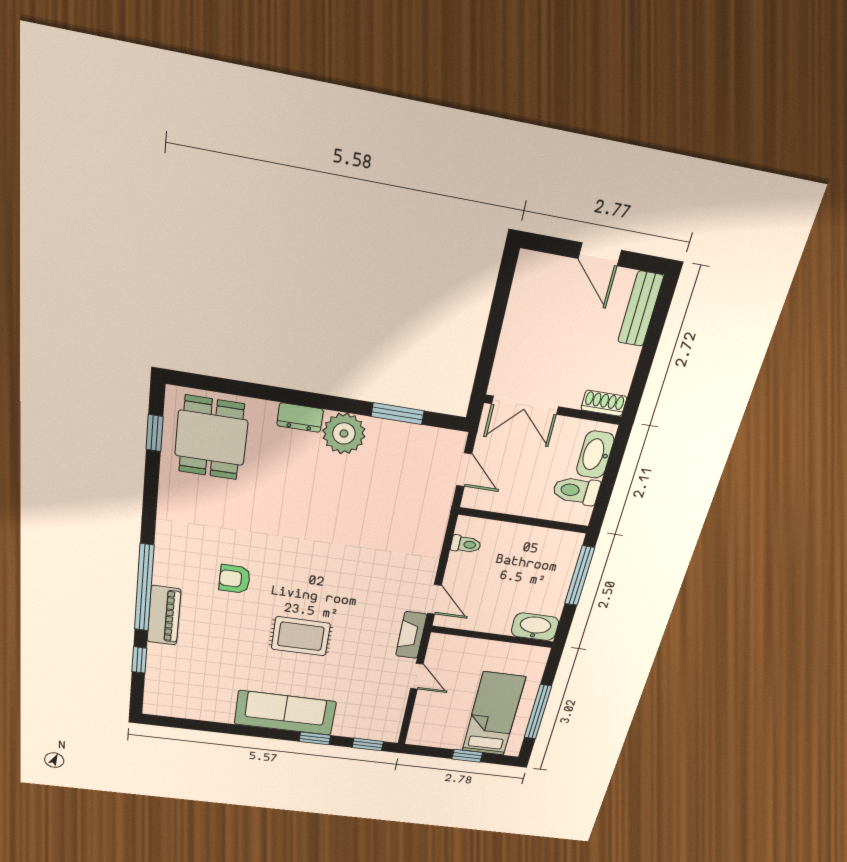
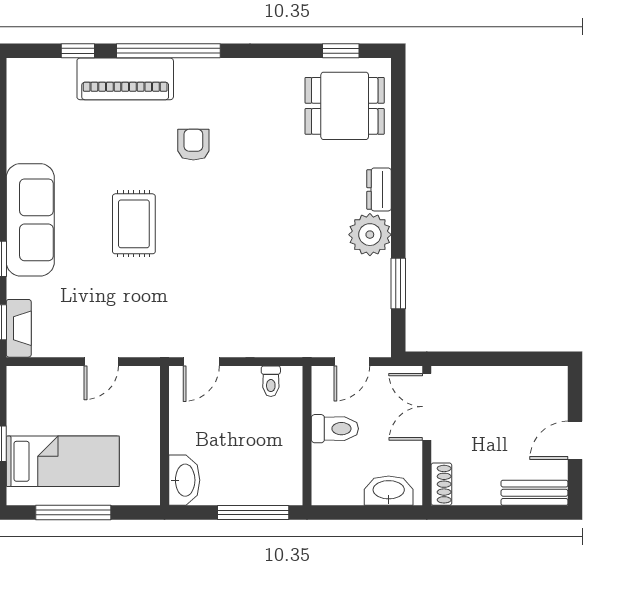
toilet: (576, 491) -> (335, 429), moved, turned 90
piano: (164, 615) -> (125, 79), width x1.37, depth x1.33
fireplace: (411, 635) -> (19, 328), moved, turned 90

